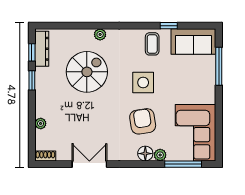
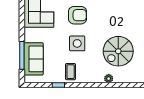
sofa: (193, 42) -> (34, 59), moved, turned 90
armchair: (143, 121) -> (78, 15), turned -81

